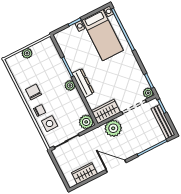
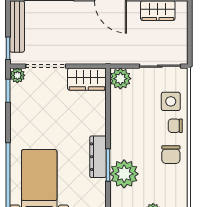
dresser: (83, 83) -> (98, 157), moved
plant: (70, 85) -> (124, 174), moved, width x1.87, depth x1.87
plant: (113, 128) -> (88, 52), removed

